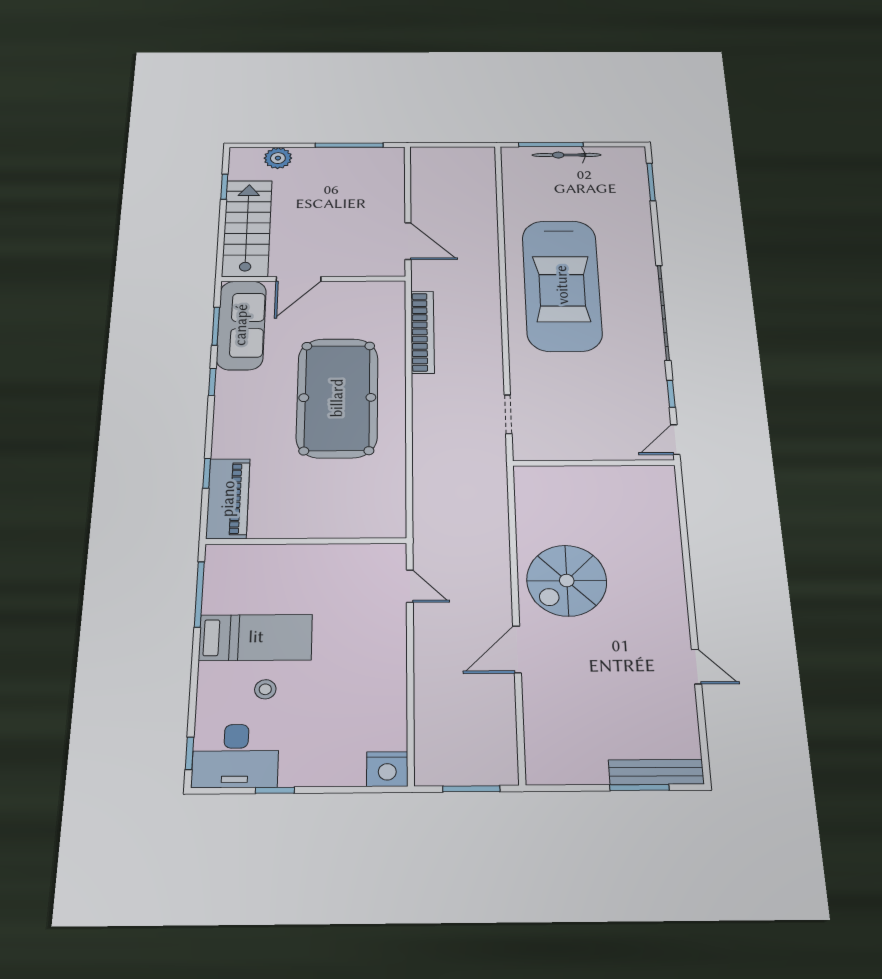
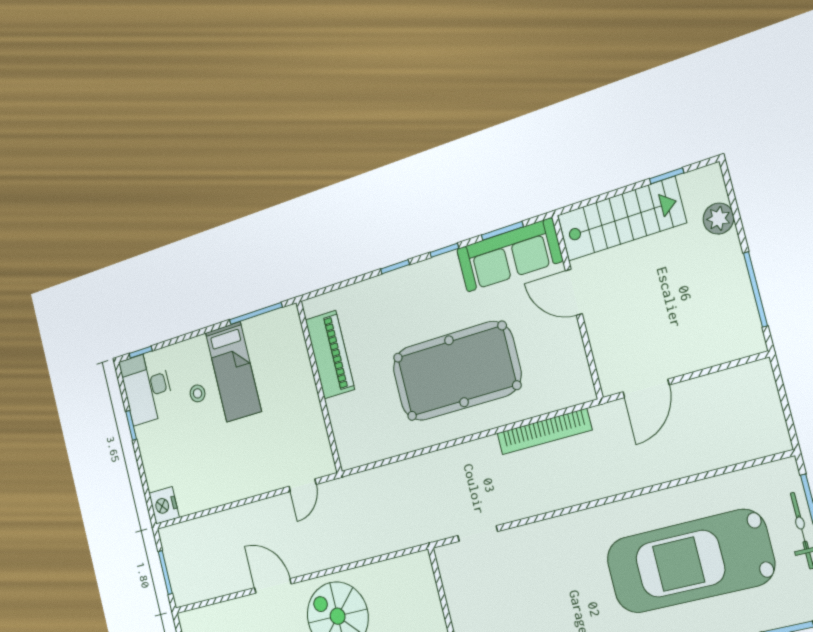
car: (562, 285) -> (690, 562), moved
window: (207, 473) -> (395, 267), moved
piano: (228, 499) -> (330, 355), moved, turned -90

